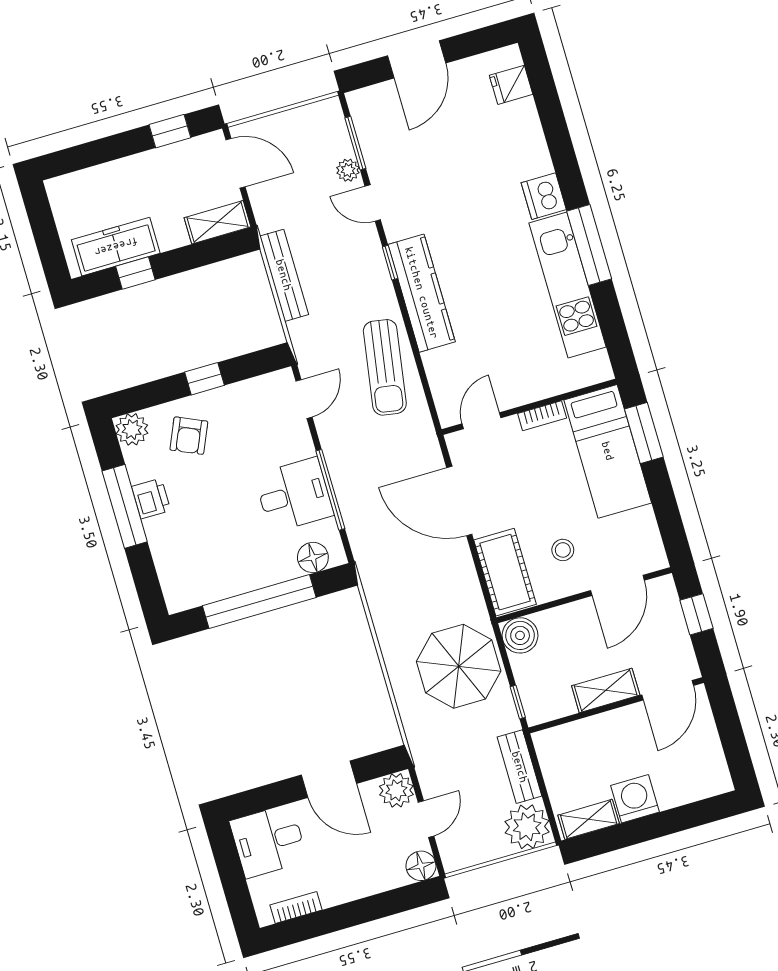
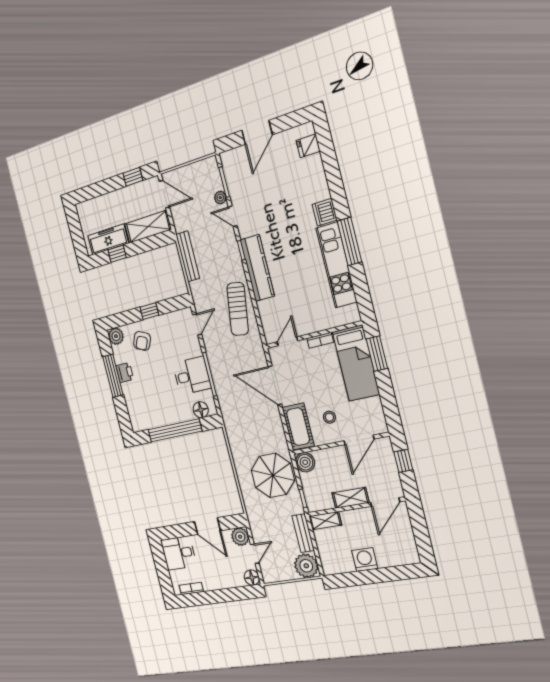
shelving: (218, 222) -> (148, 227), width x1.50, depth x1.33
shelving: (589, 819) -> (325, 521), moved

